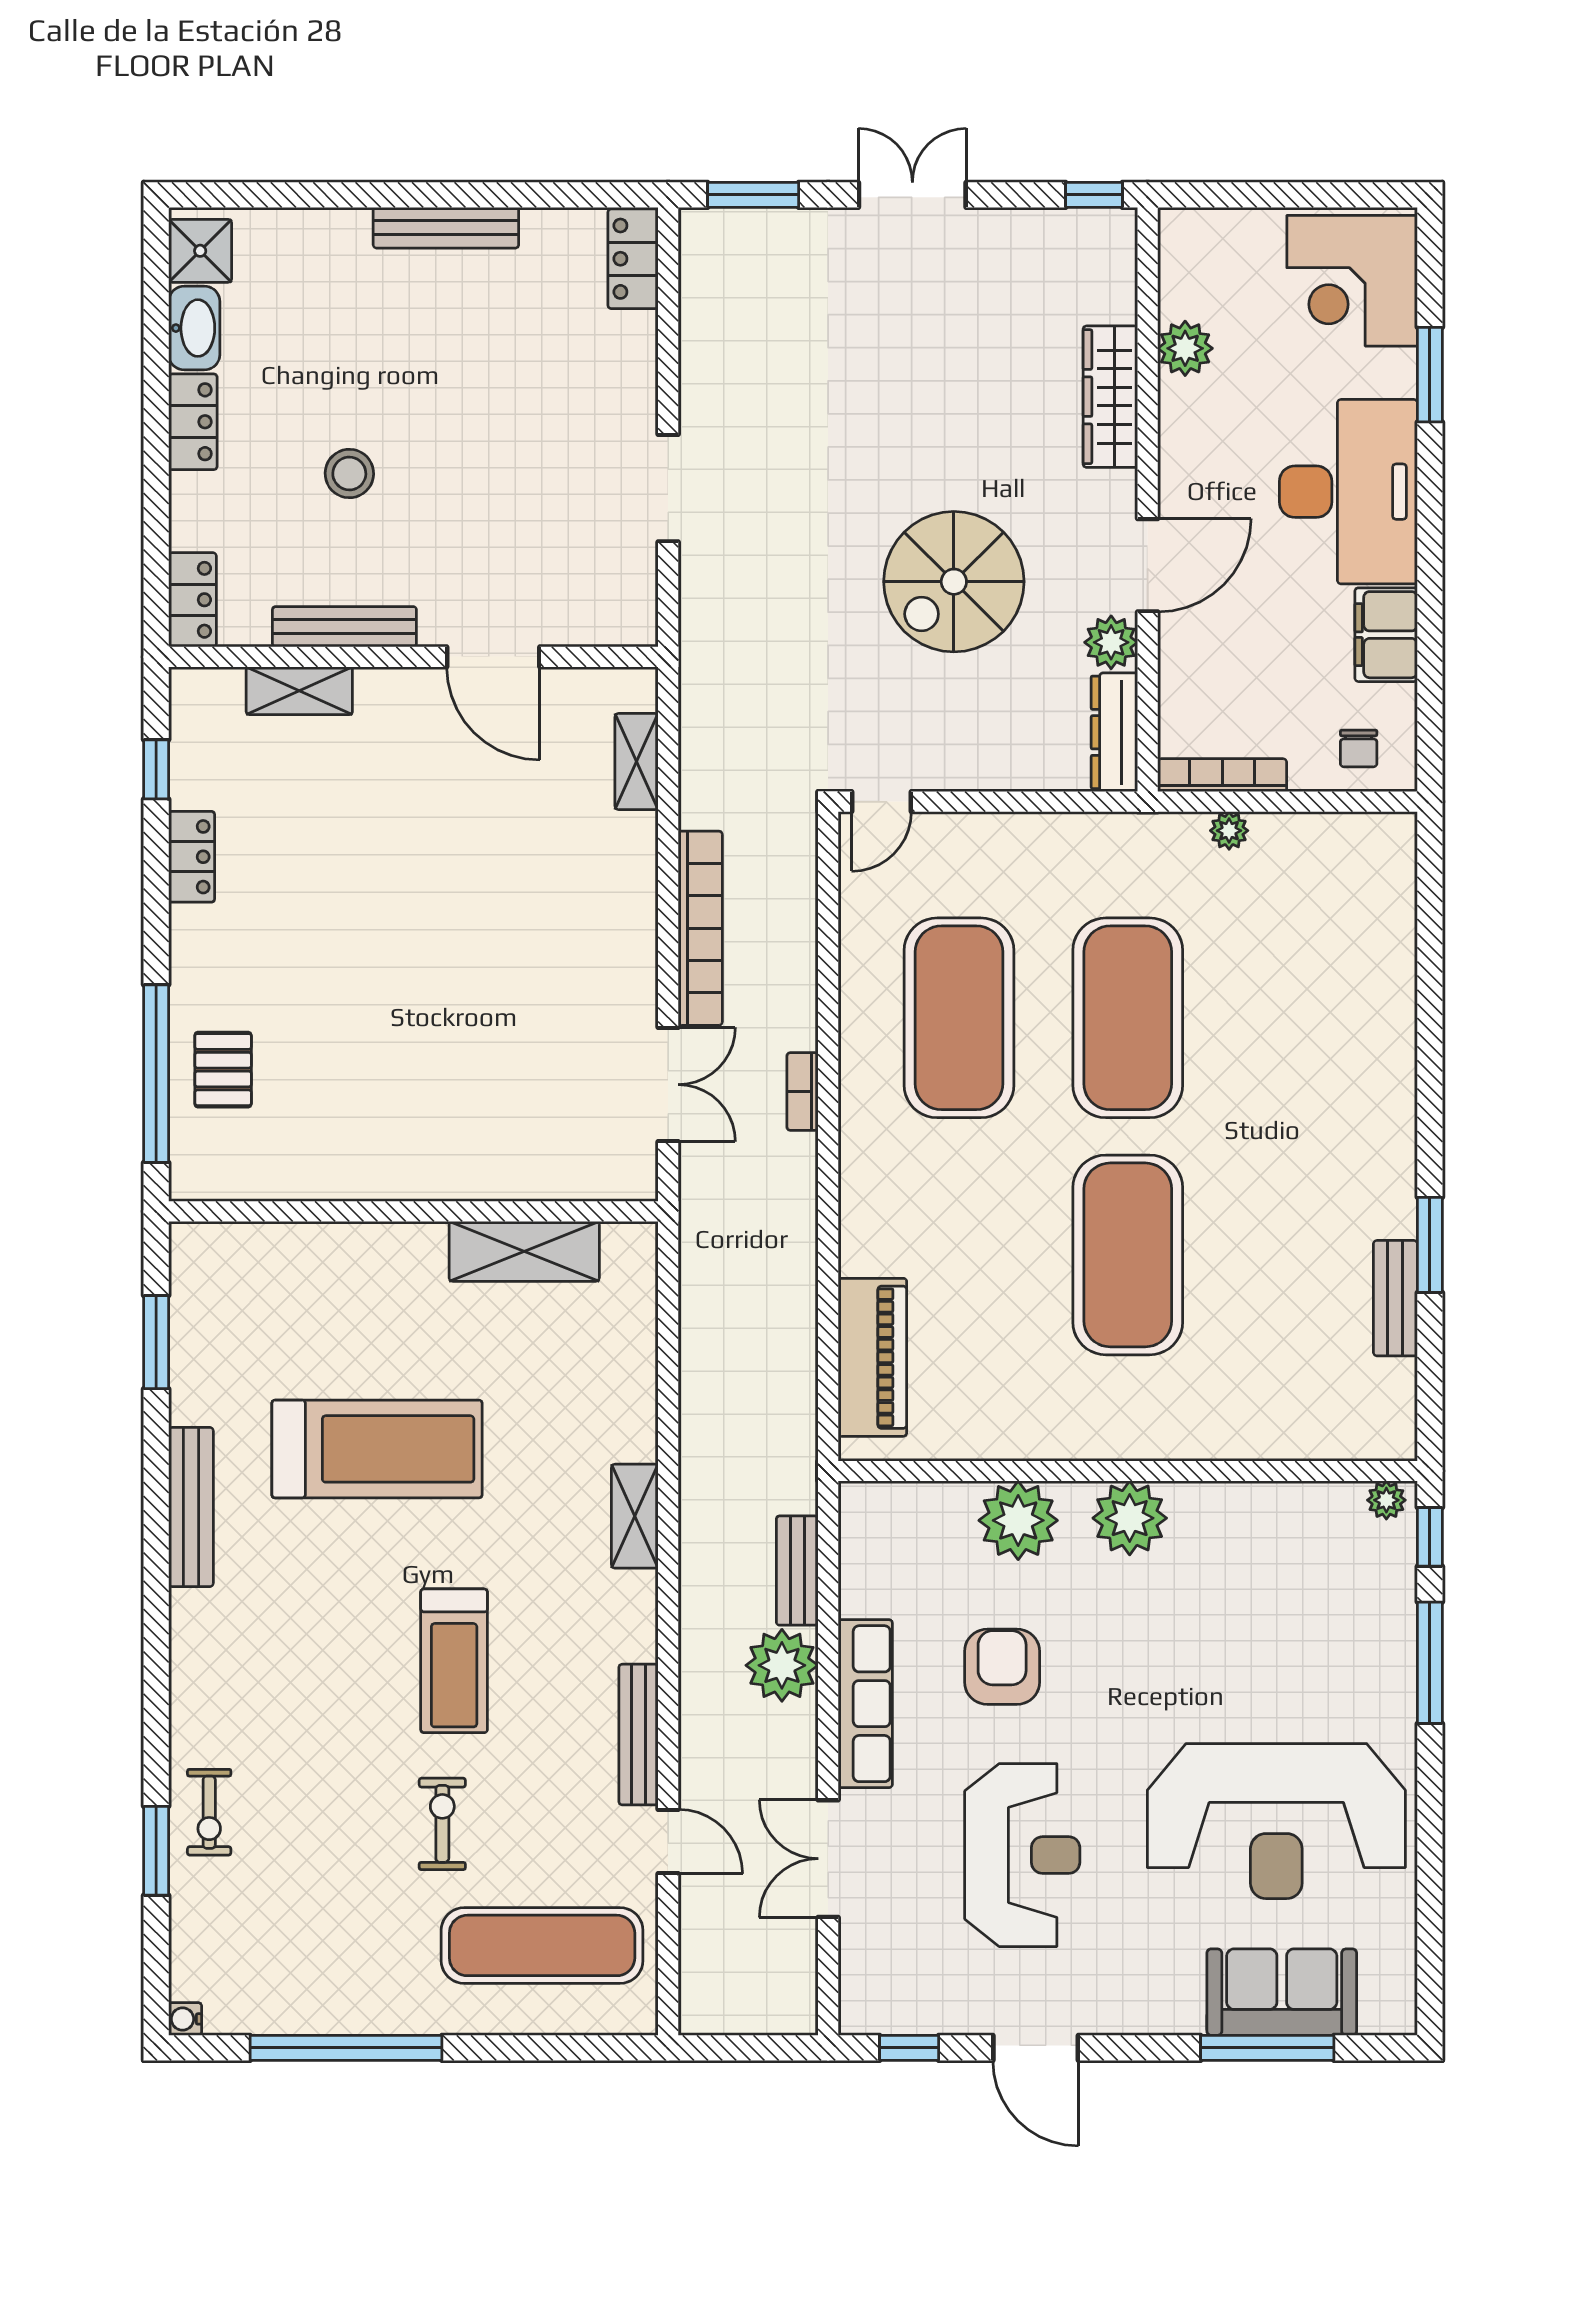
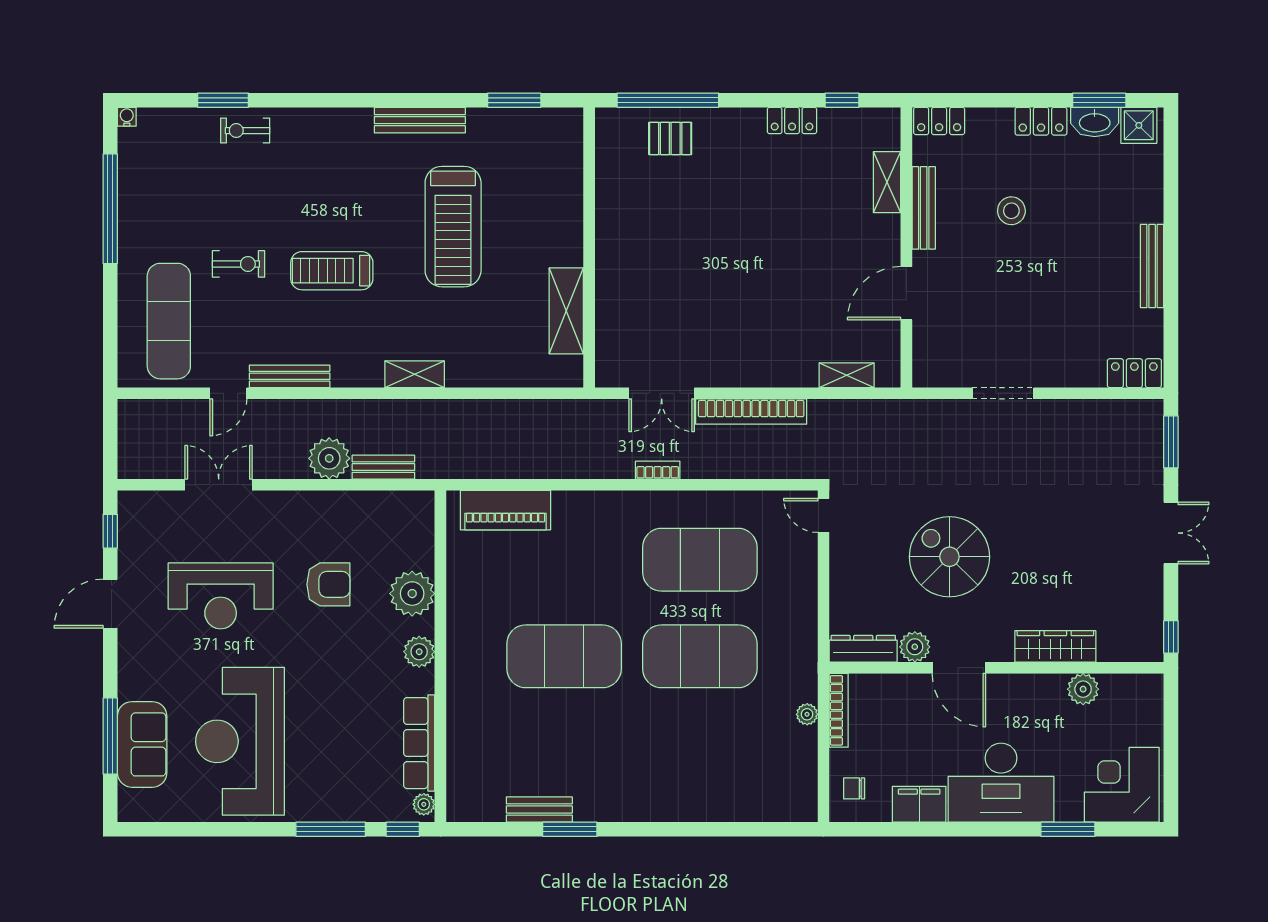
window: (156, 320) -> (1099, 100), added
plant: (1130, 1518) -> (419, 652), width x0.73, depth x0.73
row of seats: (865, 1704) -> (419, 743), moved, turned 90

